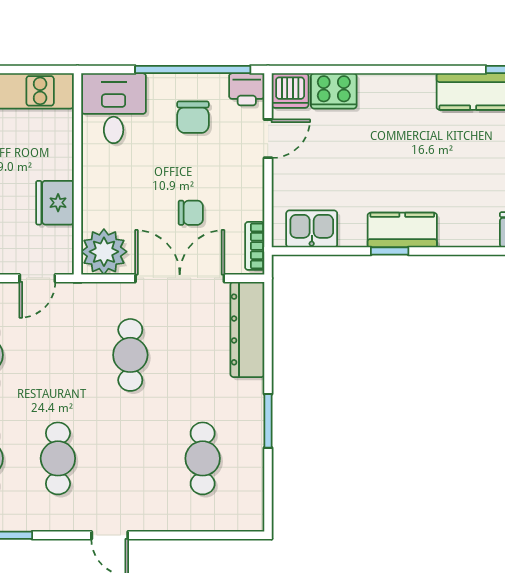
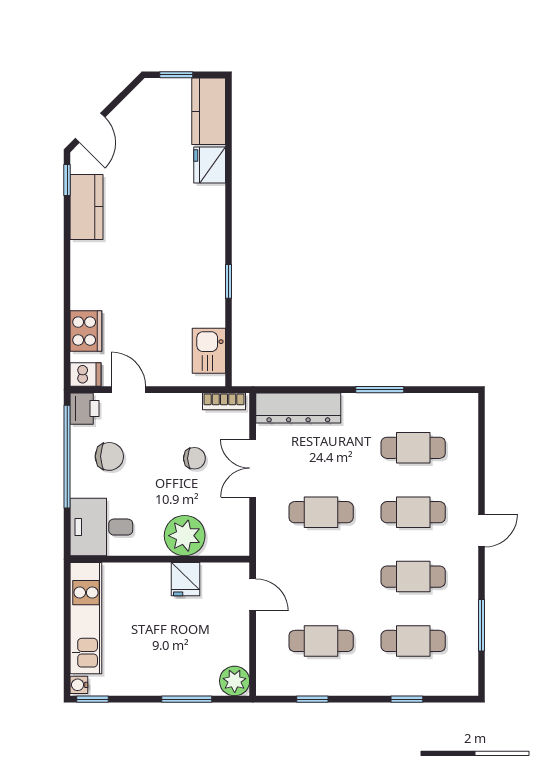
dishwasher: (290, 91) -> (86, 374), width x0.73
fridge: (55, 203) -> (185, 579), width x0.72
chair: (191, 213) -> (194, 458), turned 90
kitchen counter: (402, 230) -> (210, 270), removed
plant: (104, 252) -> (185, 536), moved
double door: (180, 278) -> (253, 468), width x0.73
cafe table: (130, 458) -> (413, 512), added

